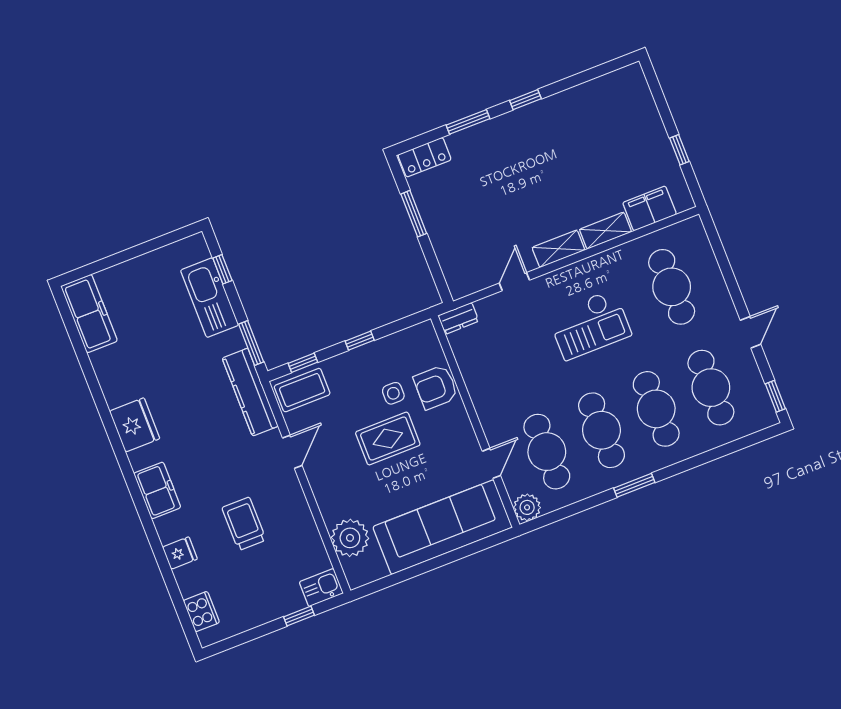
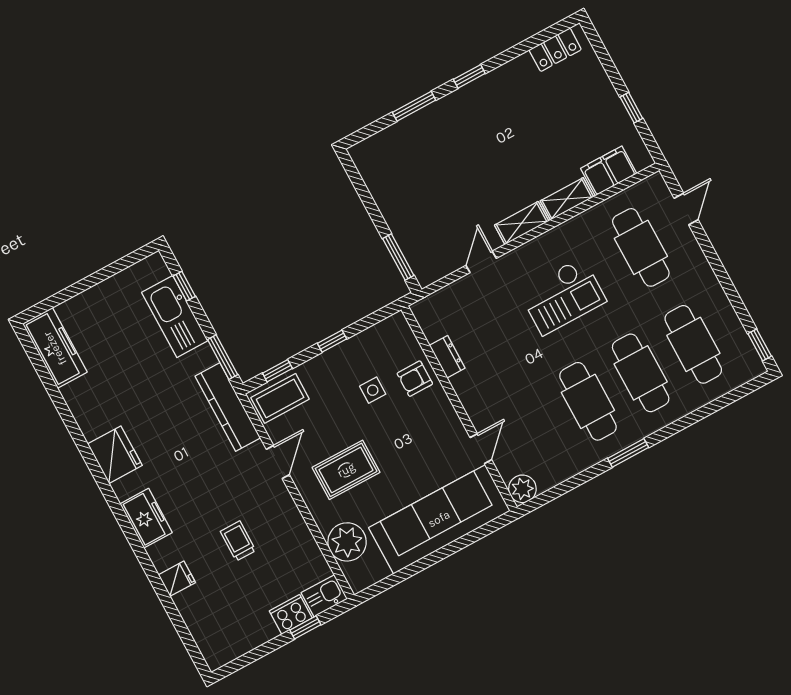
locker: (424, 157) -> (555, 50), moved
window: (414, 214) -> (398, 257), moved
dresser: (458, 318) -> (447, 357), moved, turned -90
door: (751, 332) -> (686, 209), moved
armchair: (436, 387) -> (415, 379), width x0.72, depth x0.72
rug: (388, 439) -> (346, 470), moved
cafe table: (547, 452) -> (535, 430), removed
trolley: (244, 524) -> (238, 541), width x0.73, depth x0.72
cooker: (201, 612) -> (291, 614), moved, turned -90

